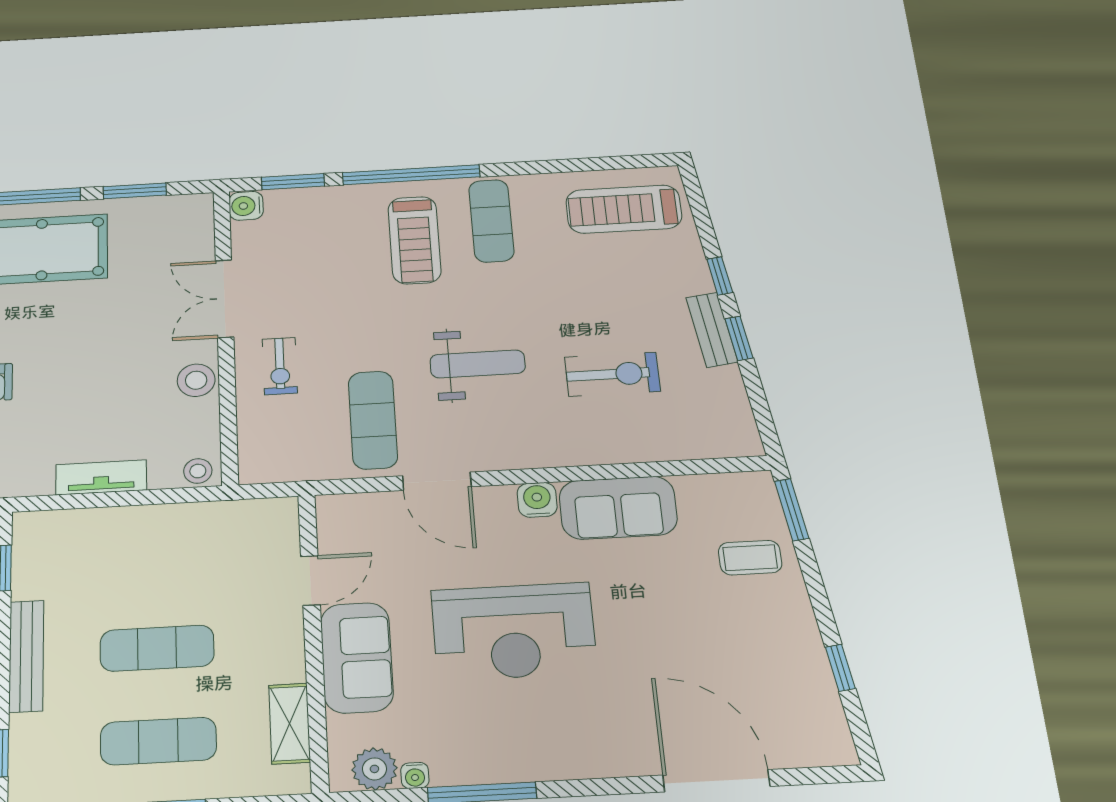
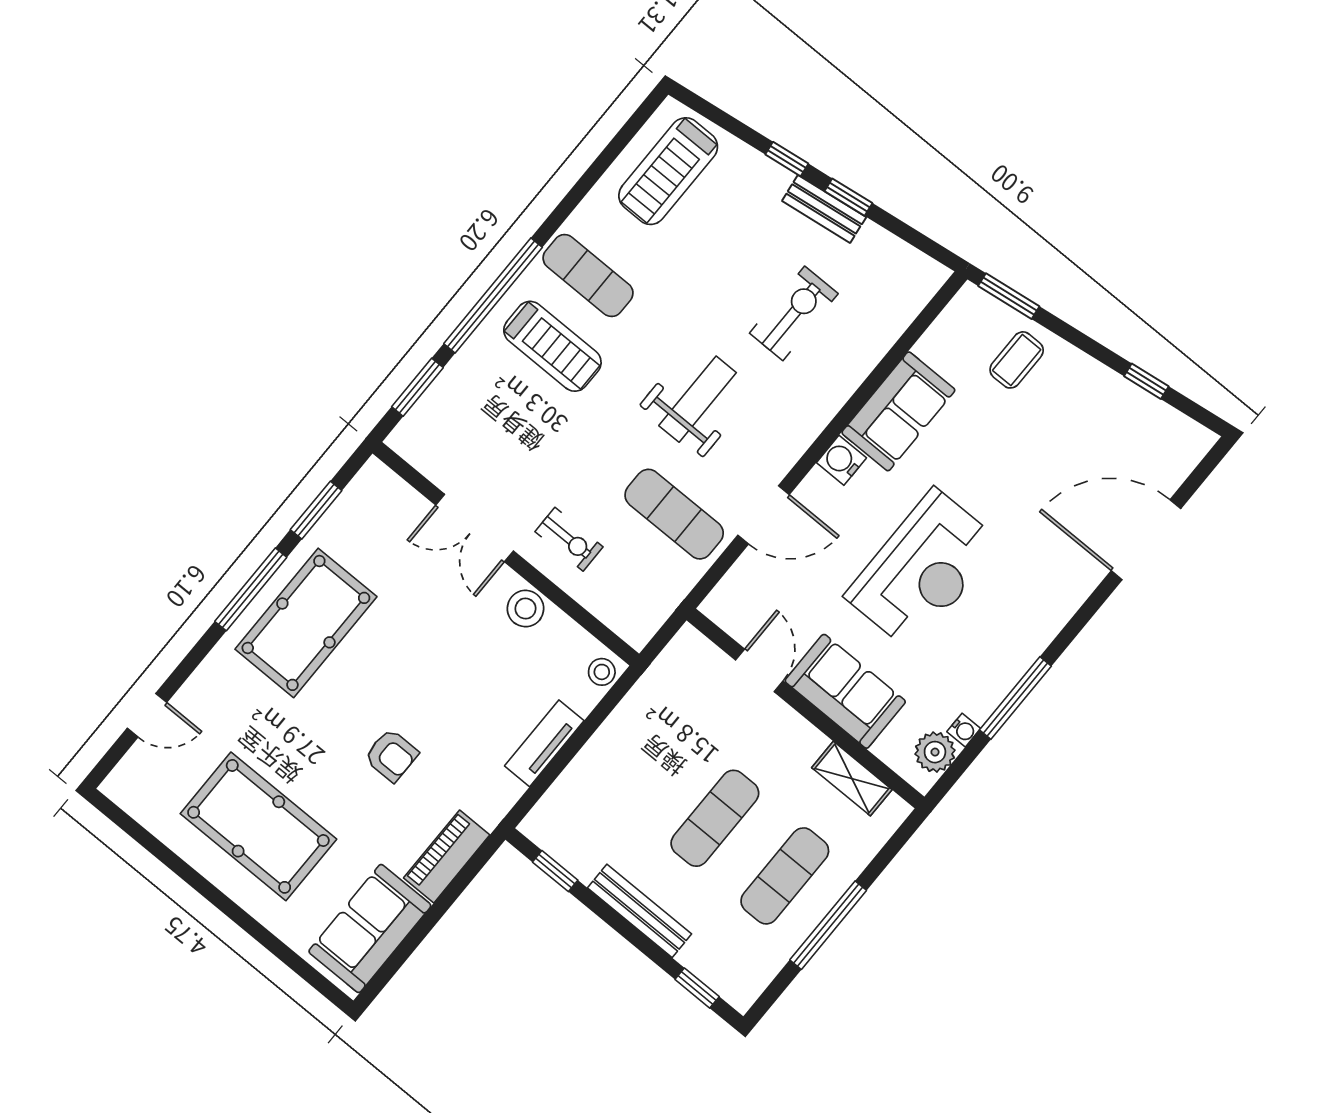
water cooler: (246, 206) -> (407, 441), removed

